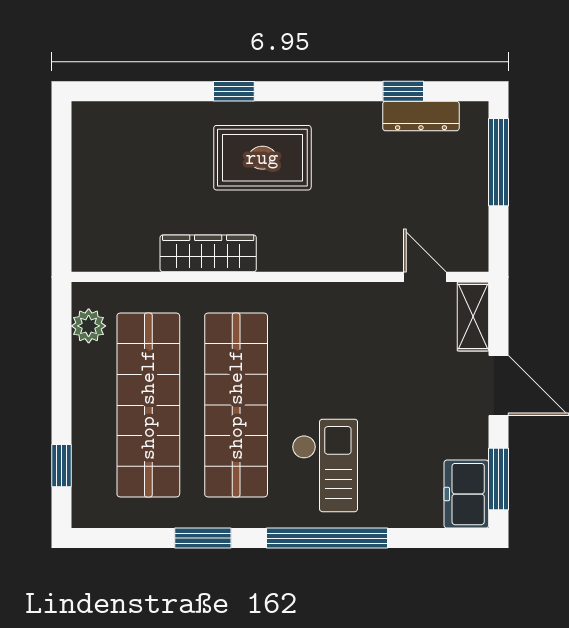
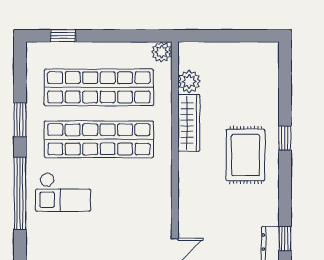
plant: (138, 253) -> (189, 81), added
plant: (89, 326) -> (162, 52), moved

